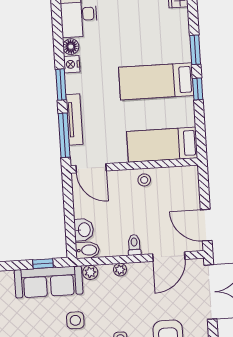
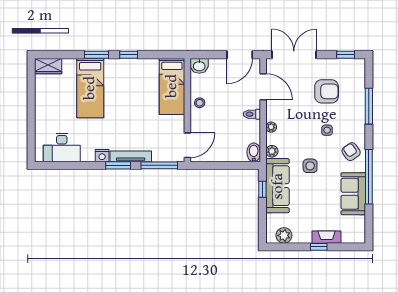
floor lamp: (71, 47) -> (88, 156), removed
bed: (156, 81) -> (90, 88), moved
tv unit: (74, 120) -> (131, 156), moved
washbasin: (84, 230) -> (199, 66), moved, turned 180

